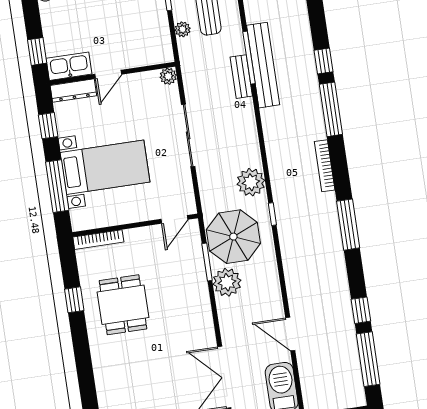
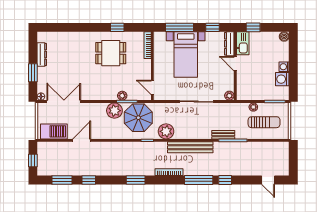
bench: (263, 65) -> (190, 147), moved
window: (348, 225) -> (136, 180), width x0.69
plant: (198, 272) -> (122, 96), added
window: (368, 359) -> (62, 180), width x0.69

